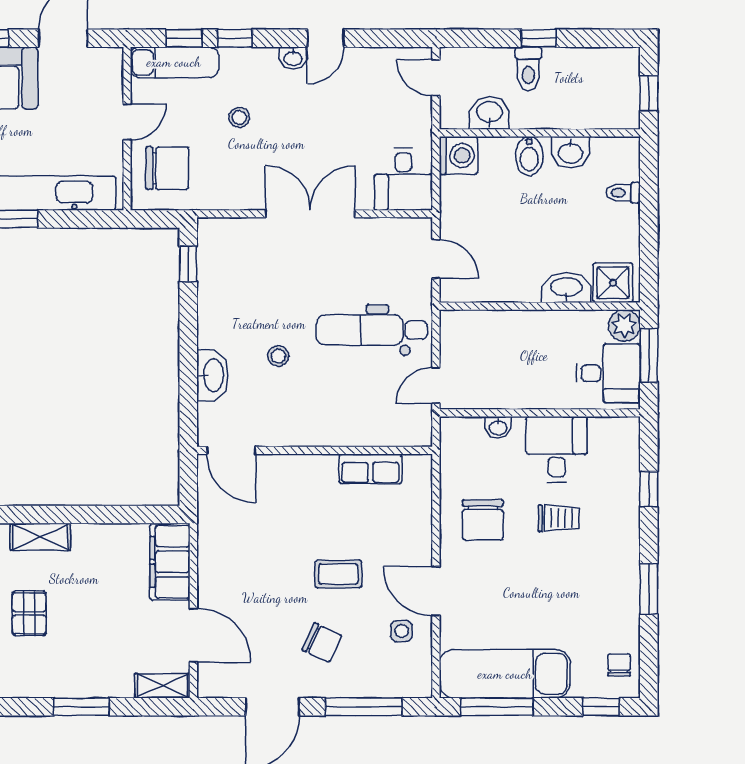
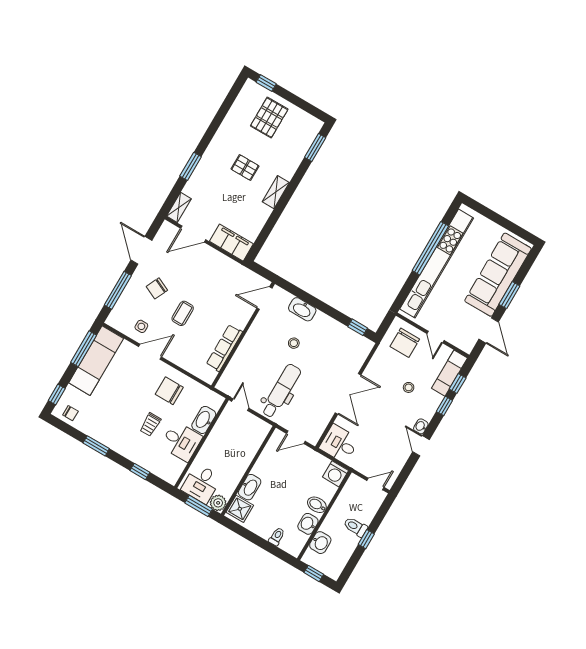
washbasin: (489, 113) -> (320, 543), moved
washbasin: (498, 427) -> (204, 420), width x1.91, depth x1.45
row of seats: (371, 469) -> (224, 348), width x1.48

